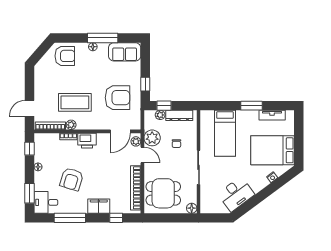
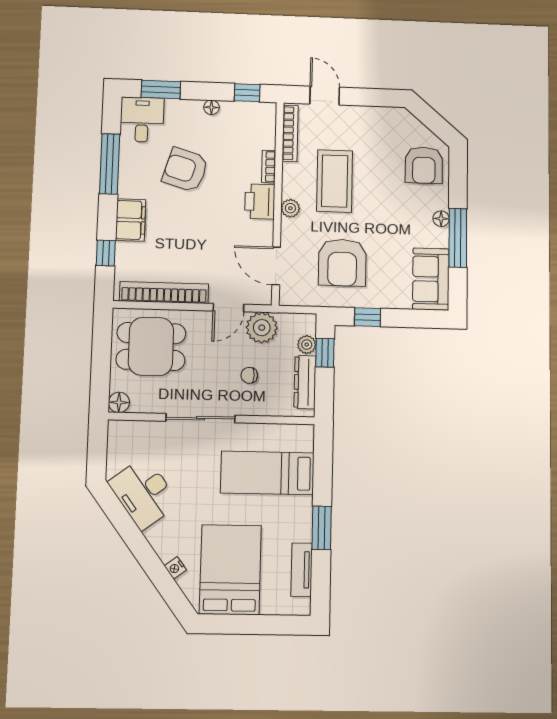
plant: (71, 125) -> (290, 208), moved
plant: (136, 141) -> (256, 296), removed
dining table: (163, 193) -> (151, 346), turned 90

